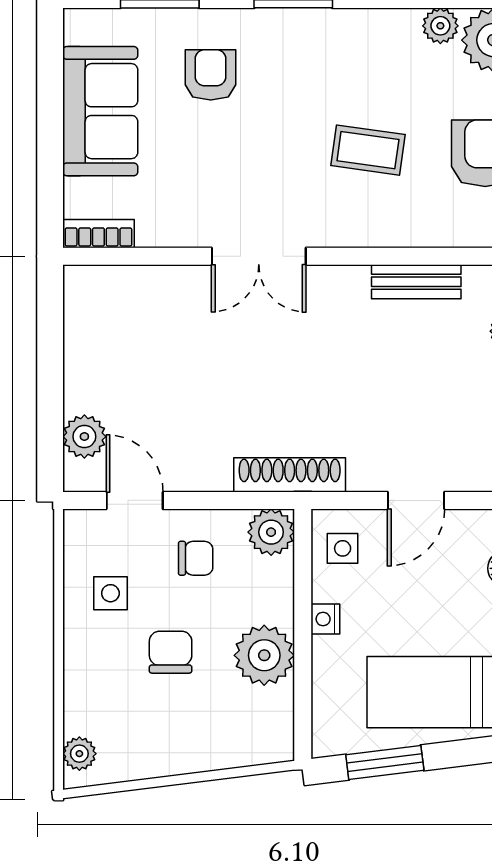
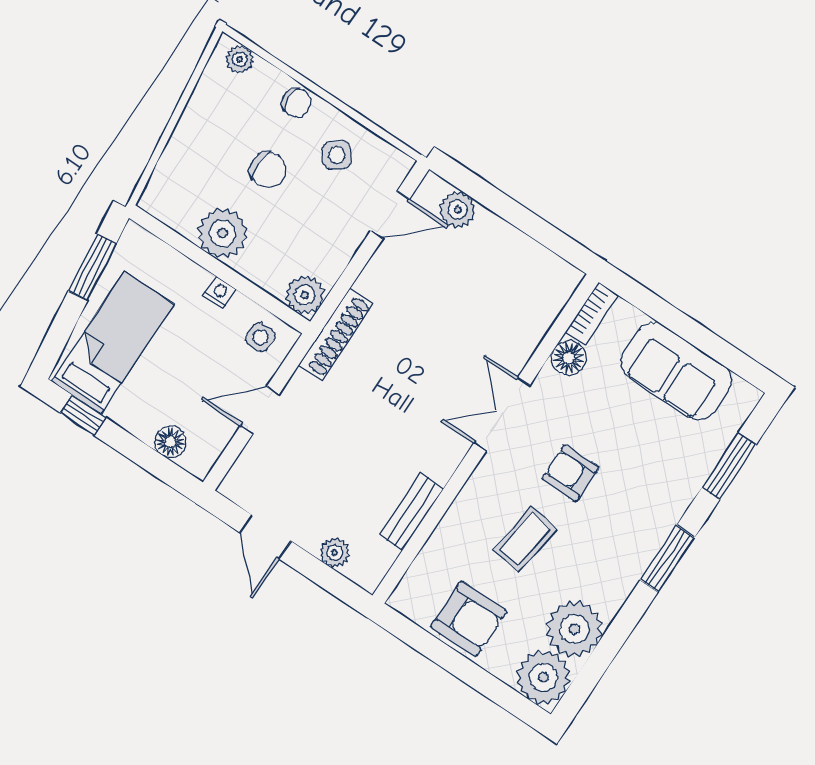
plant: (440, 26) -> (574, 629), width x1.87, depth x1.87
armchair: (211, 75) -> (570, 473), moved, turned 180
floor lamp: (158, 227) -> (569, 358), added
door: (416, 500) -> (260, 410), hinge flipped
chair: (196, 558) -> (296, 103), moved, turned -90
side table: (110, 593) -> (337, 155), turned -36

